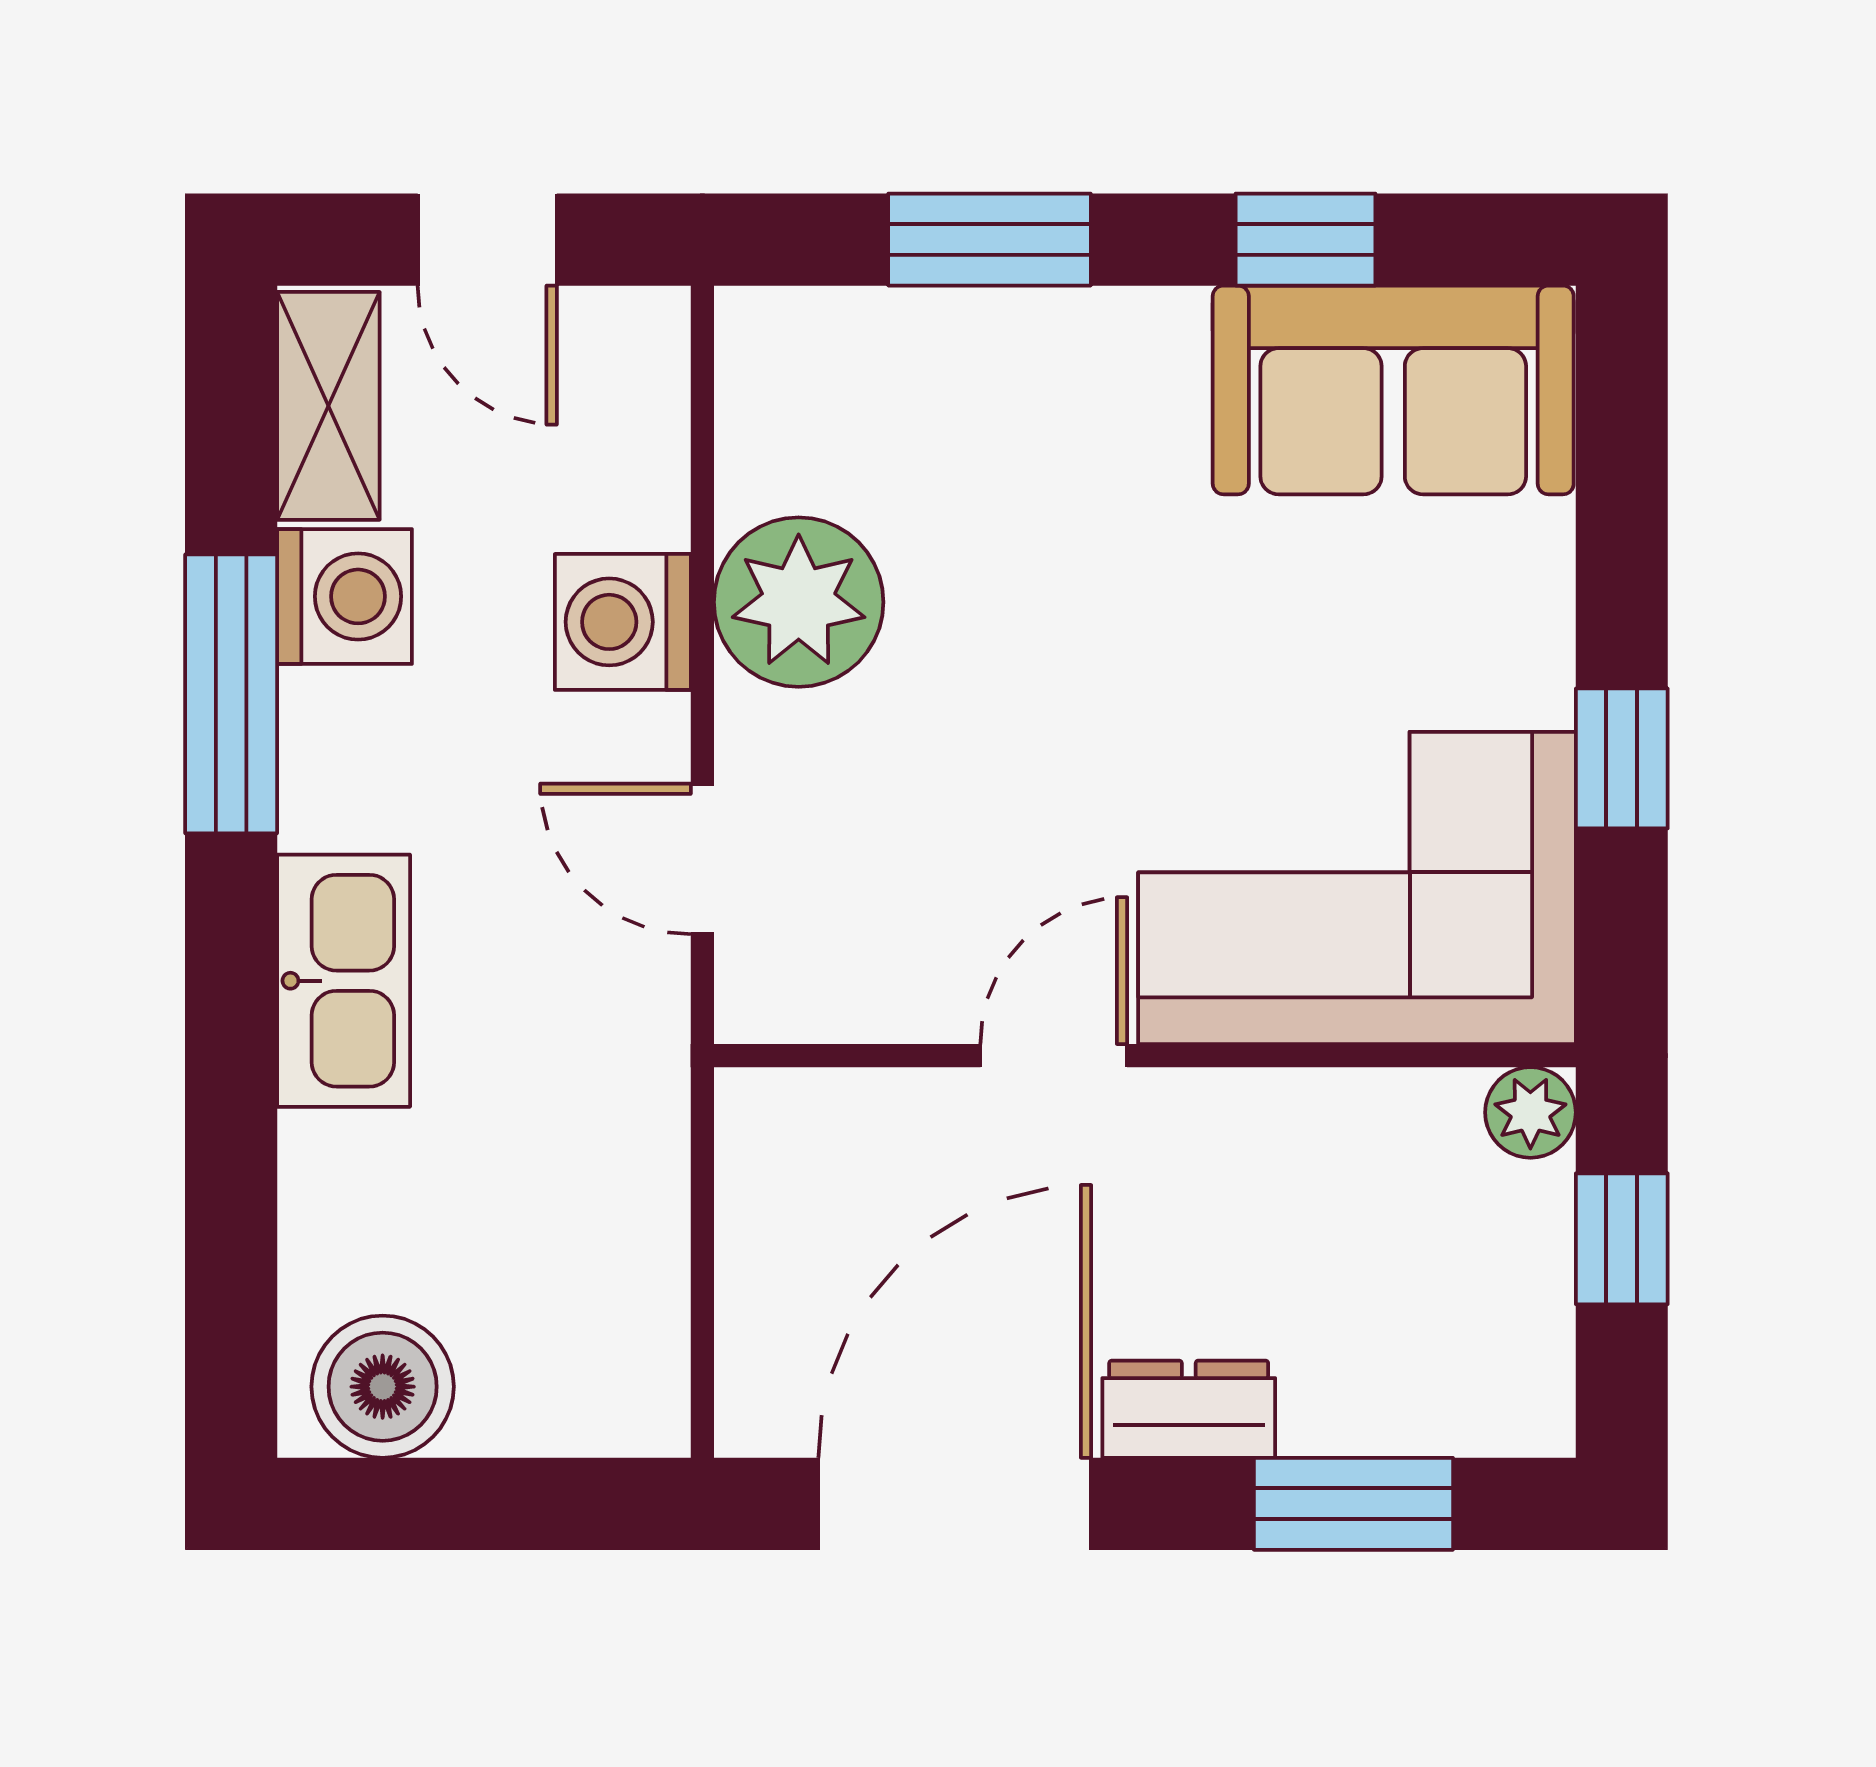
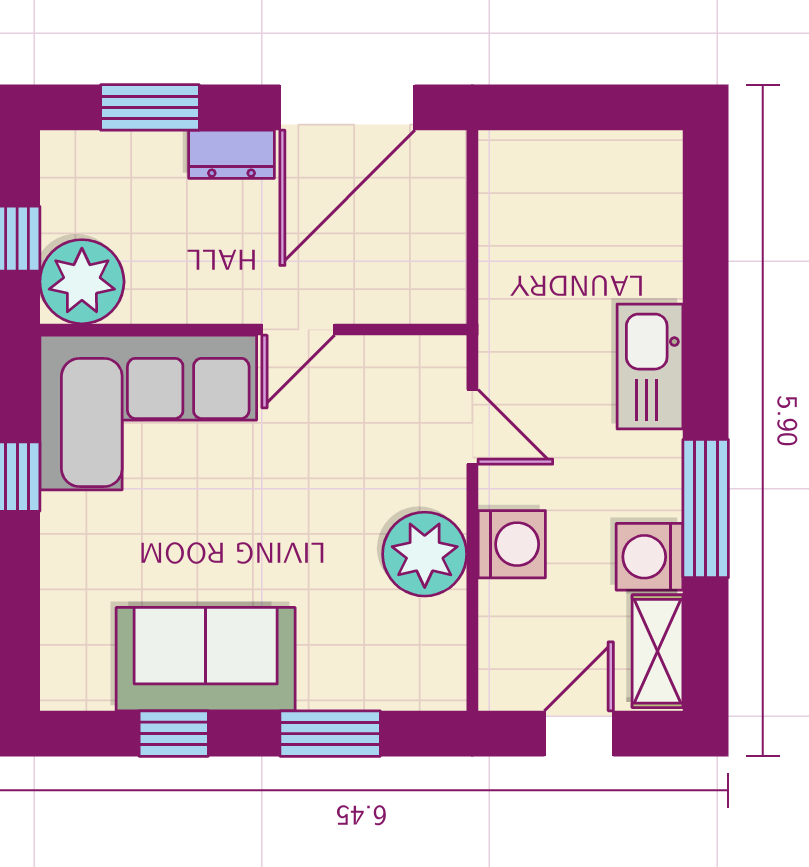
door: (487, 240) -> (579, 734), hinge flipped
sofa: (1393, 390) -> (206, 659), moved
plant: (1530, 1112) -> (82, 282), width x1.87, depth x1.87
boiler: (383, 1387) -> (631, 165), removed

